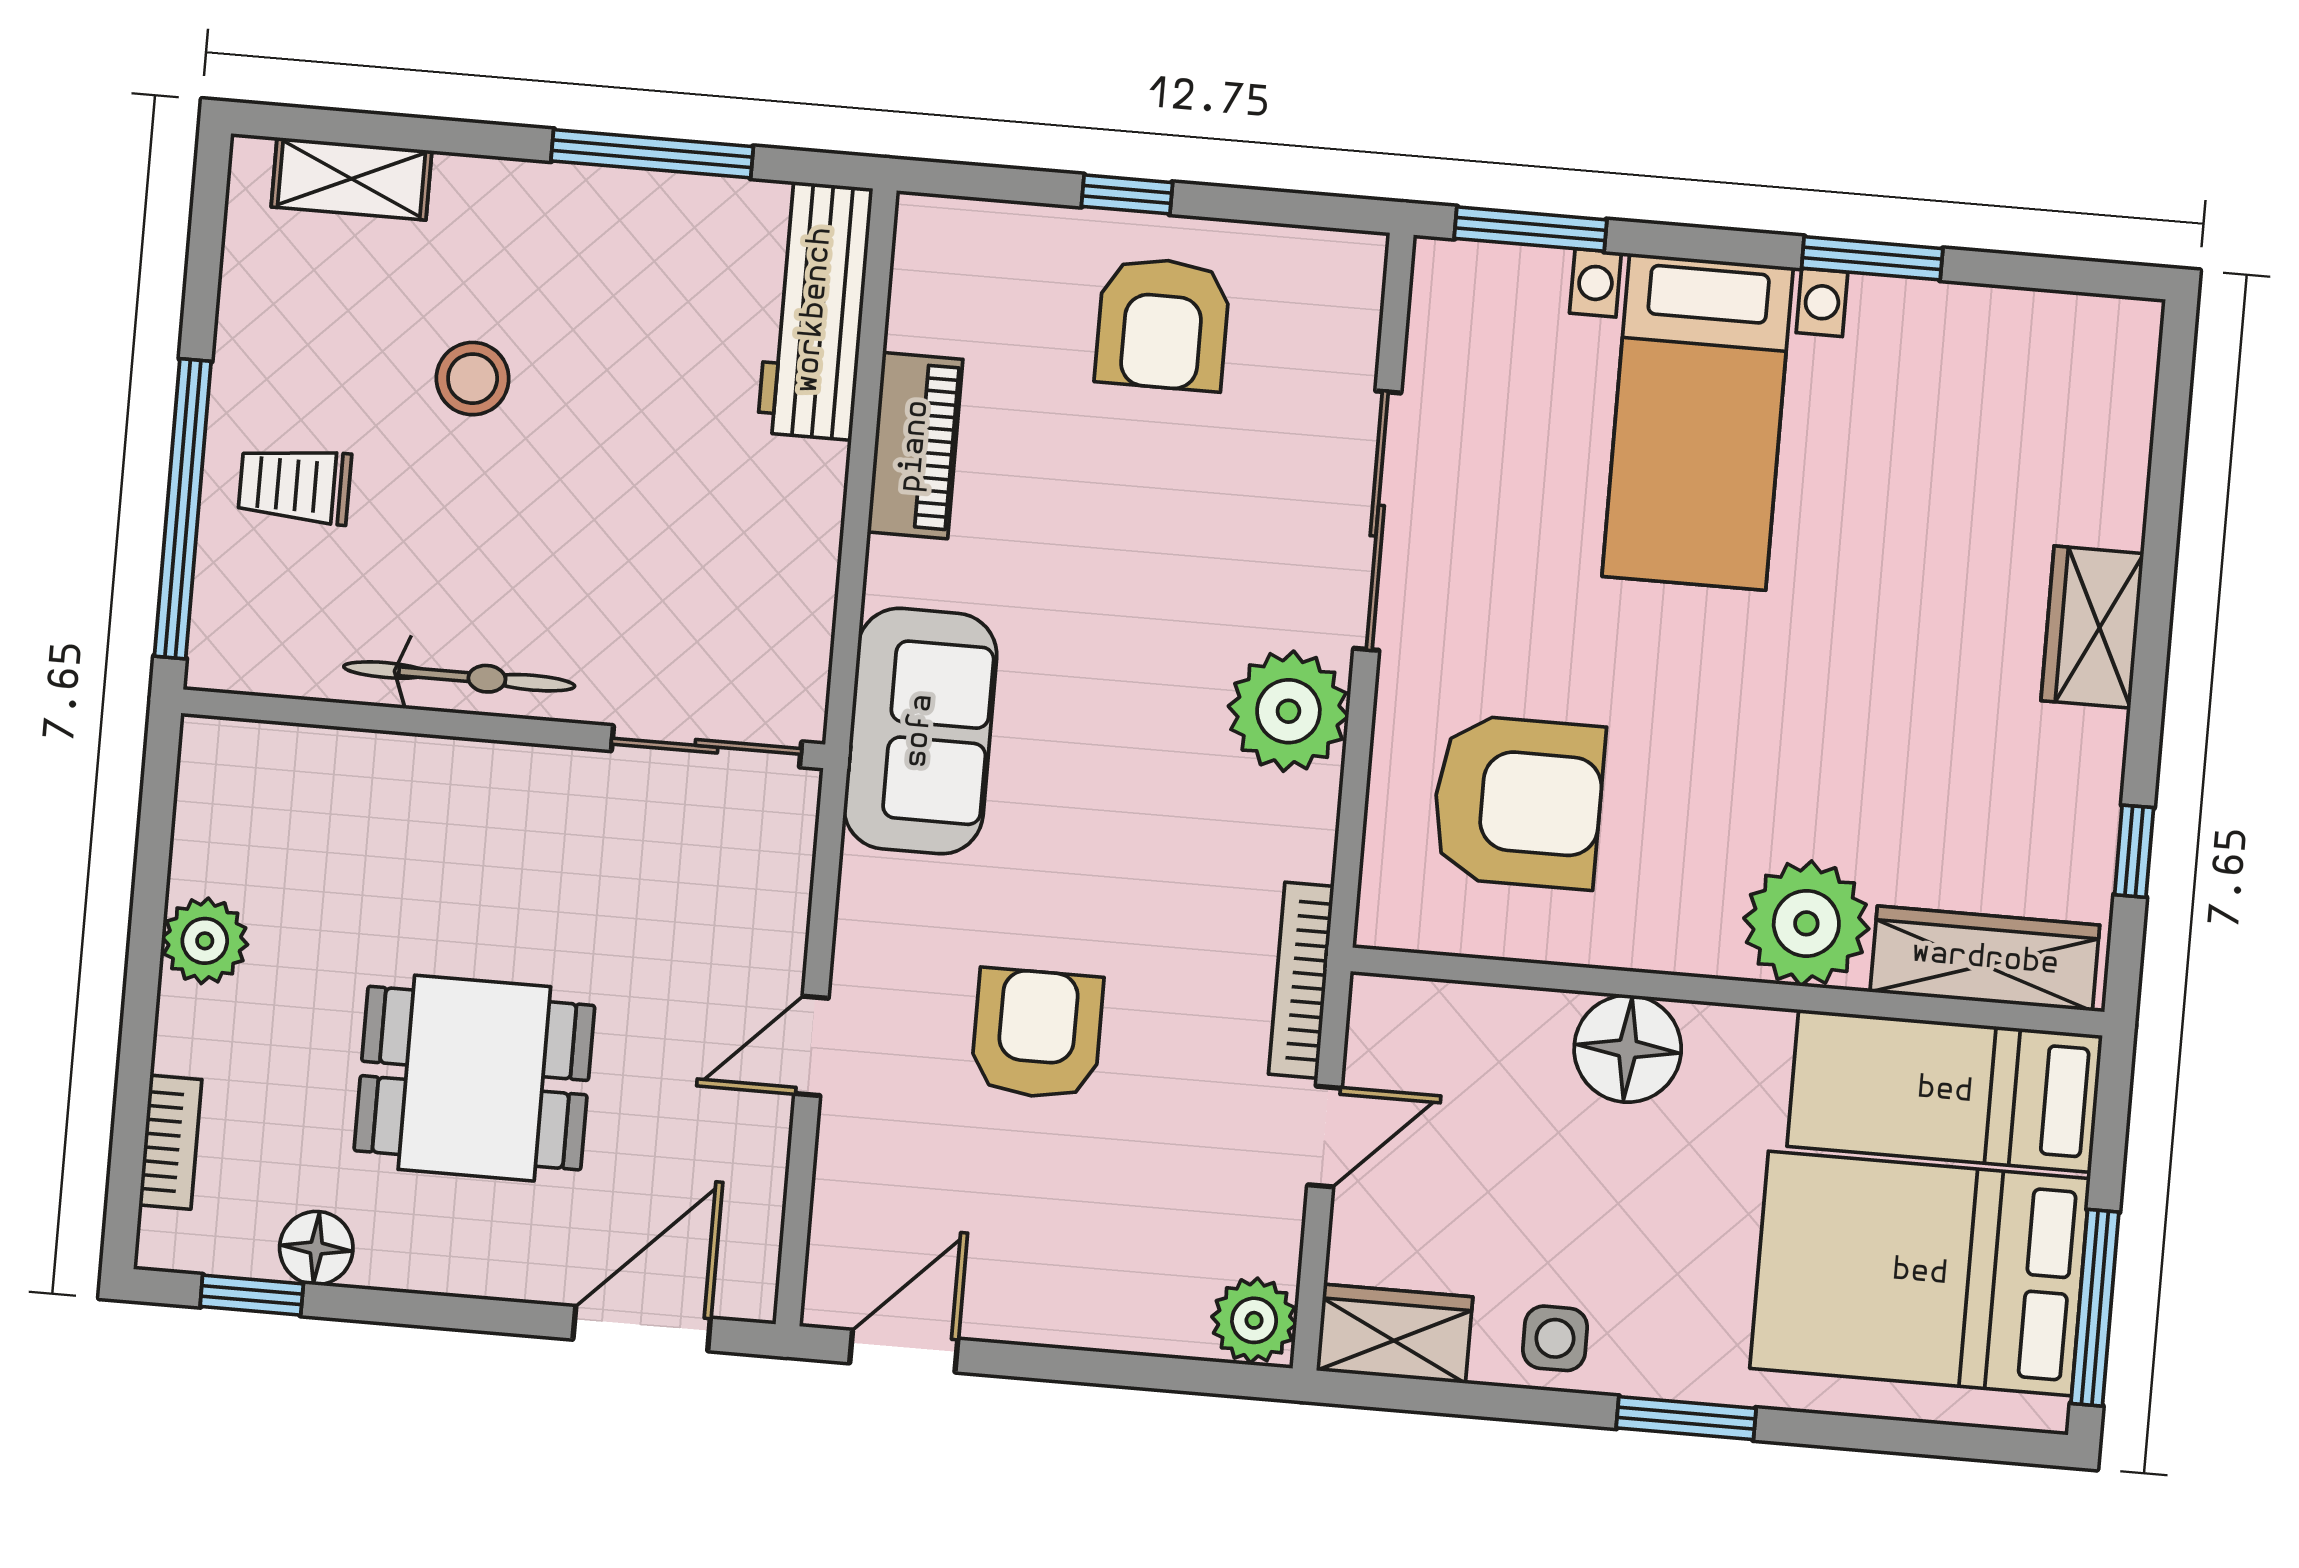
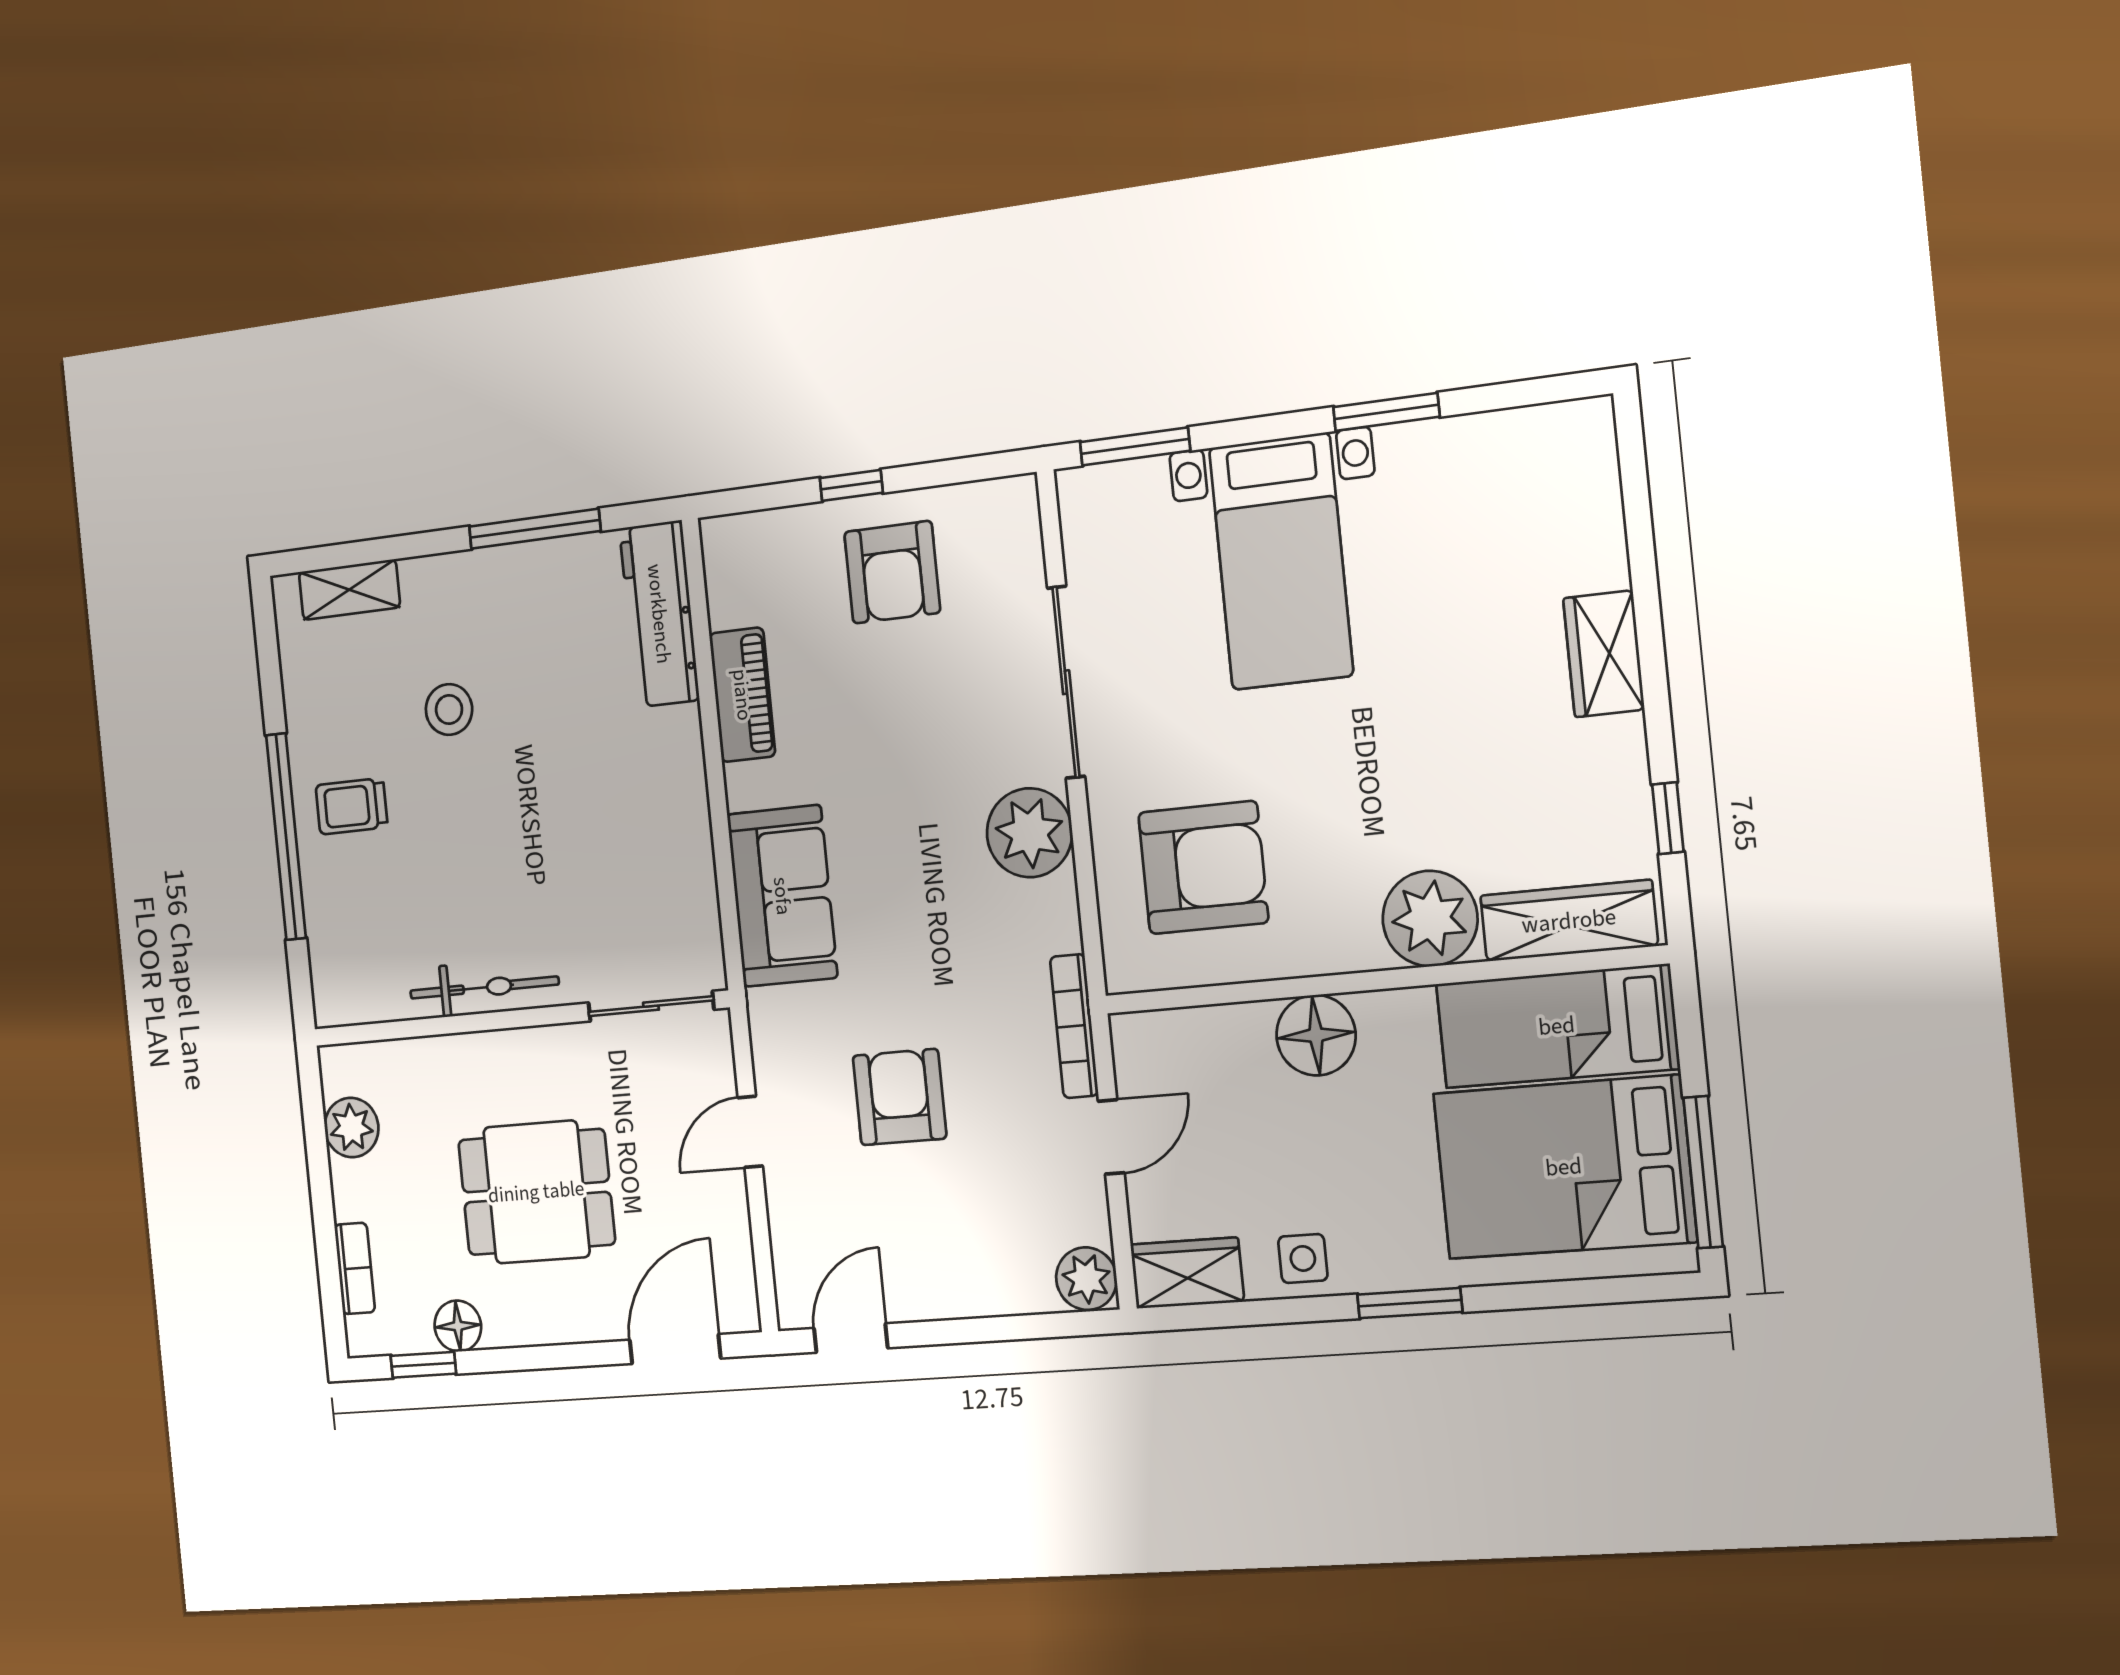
bicycle: (459, 676) -> (484, 988), moved
wall: (503, 729) -> (519, 1018), moved
sliding door: (706, 746) -> (651, 1006), moved

